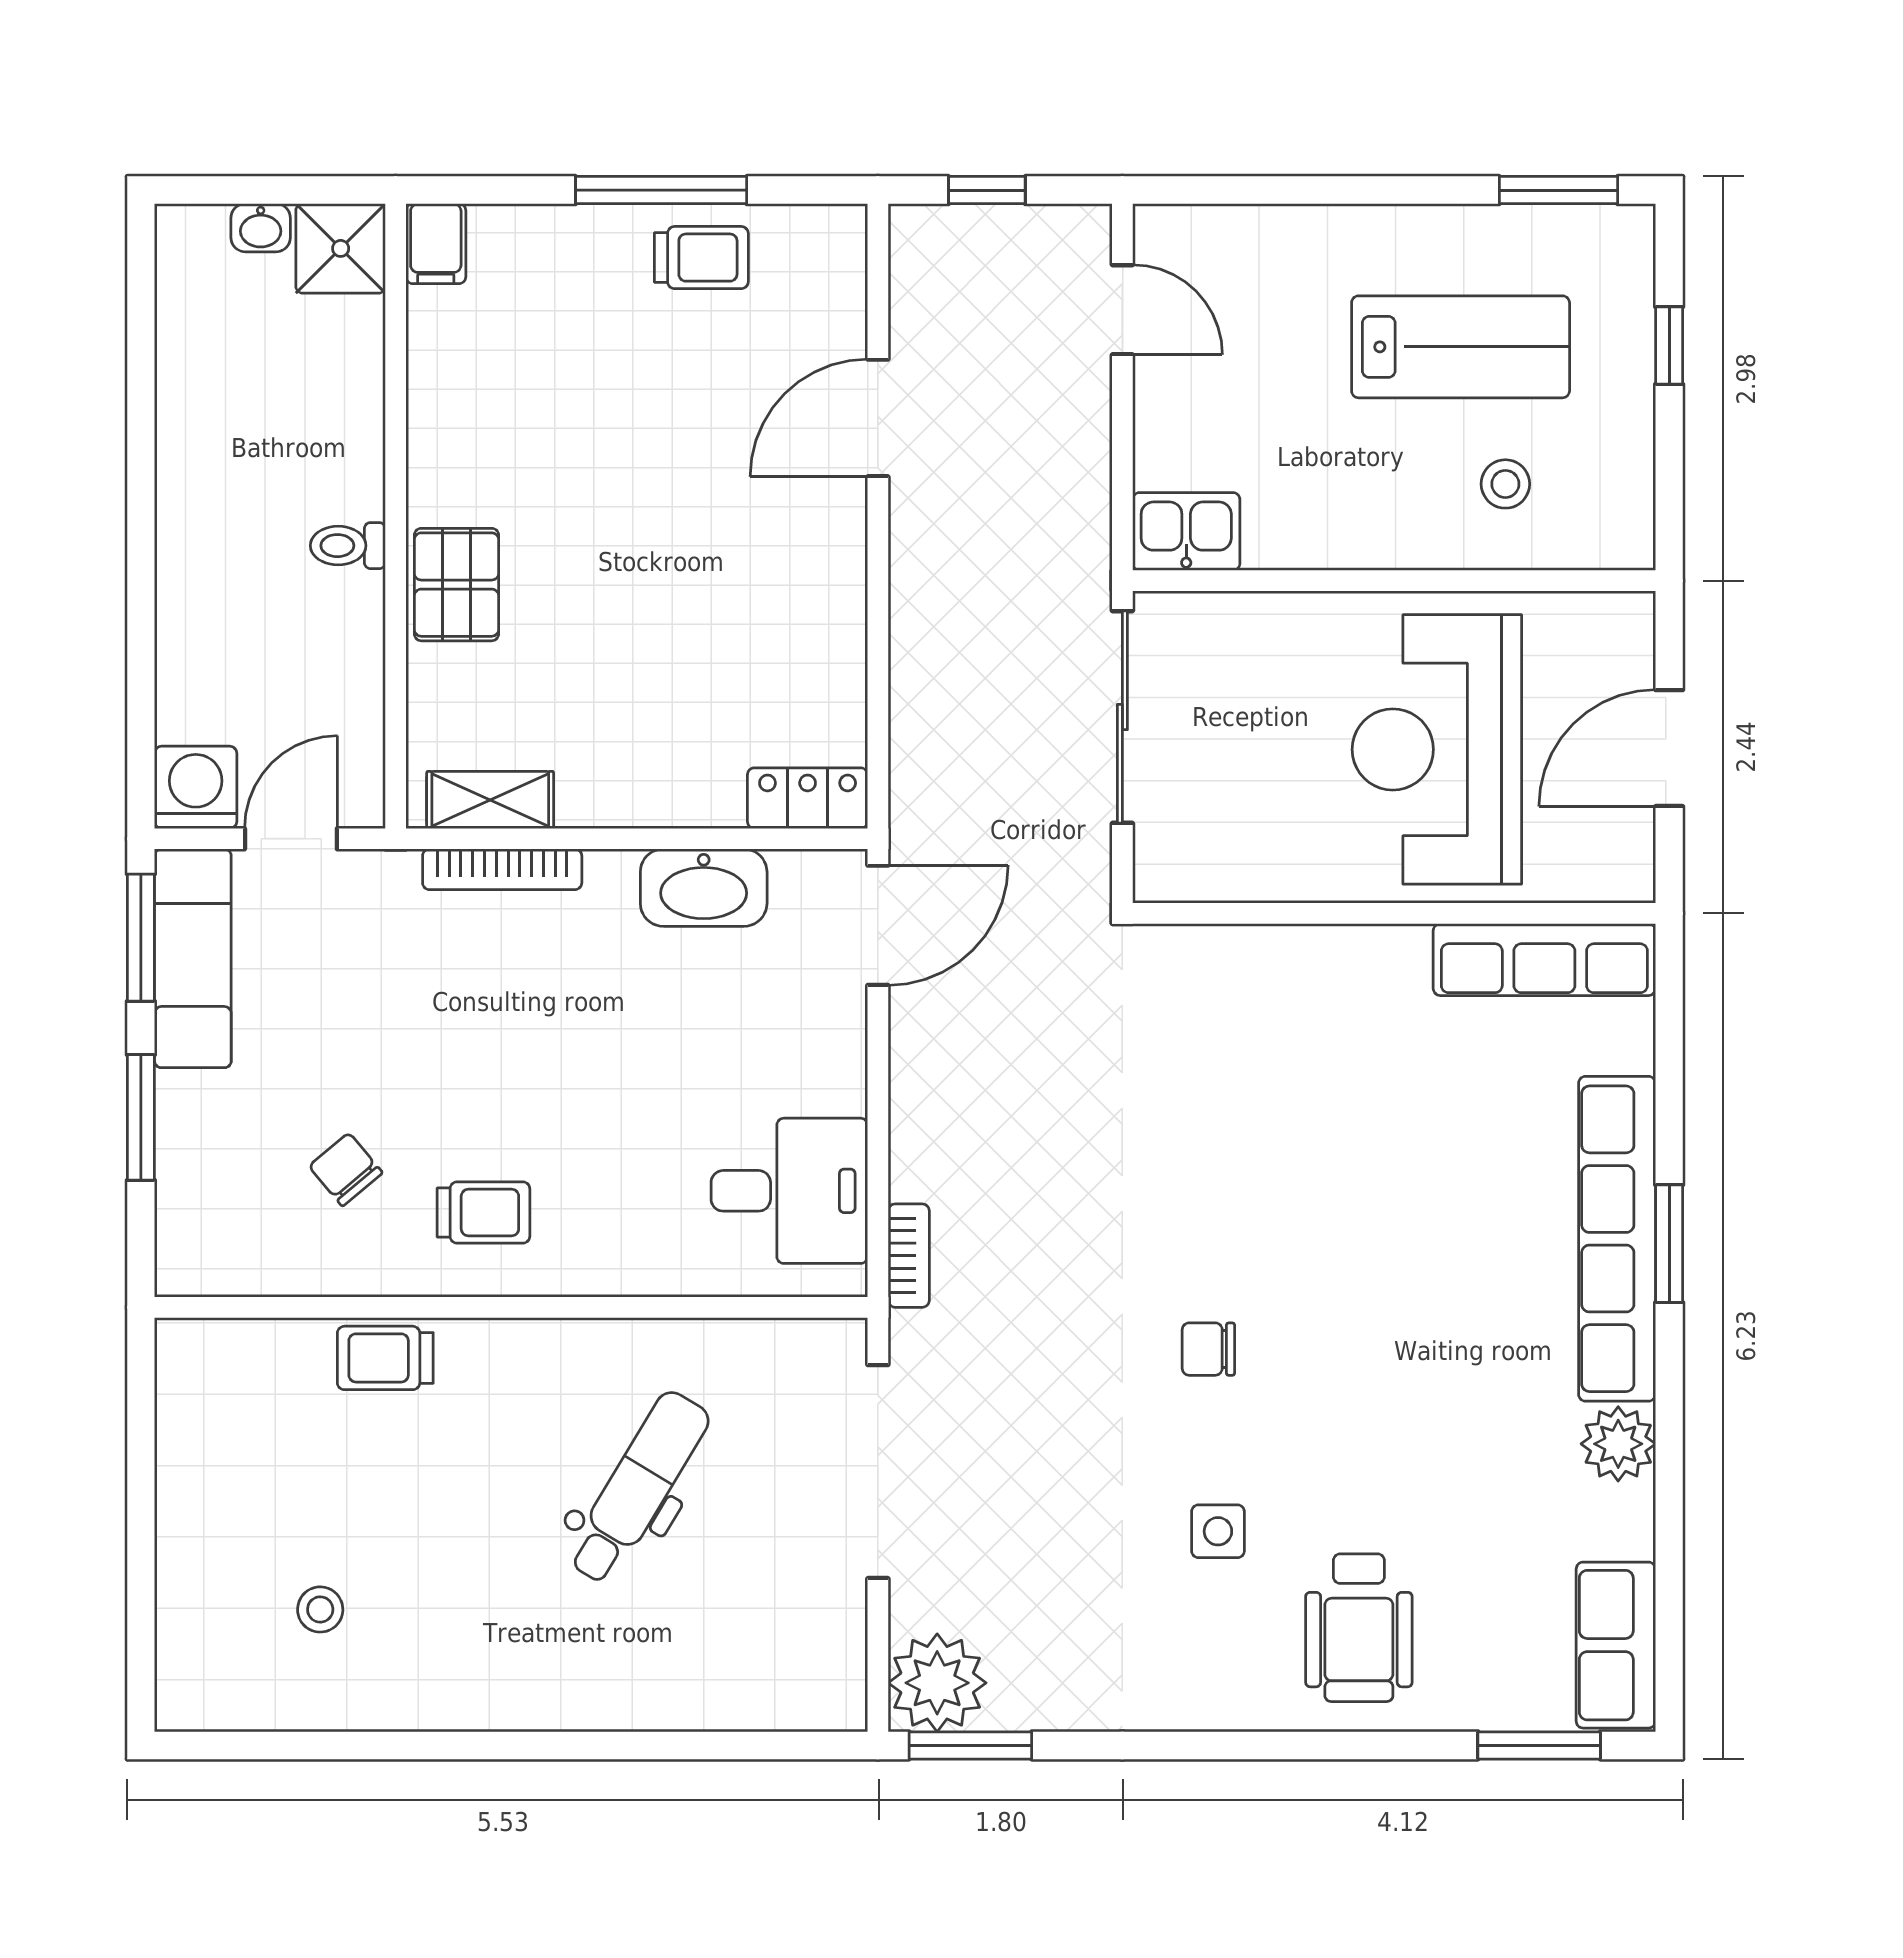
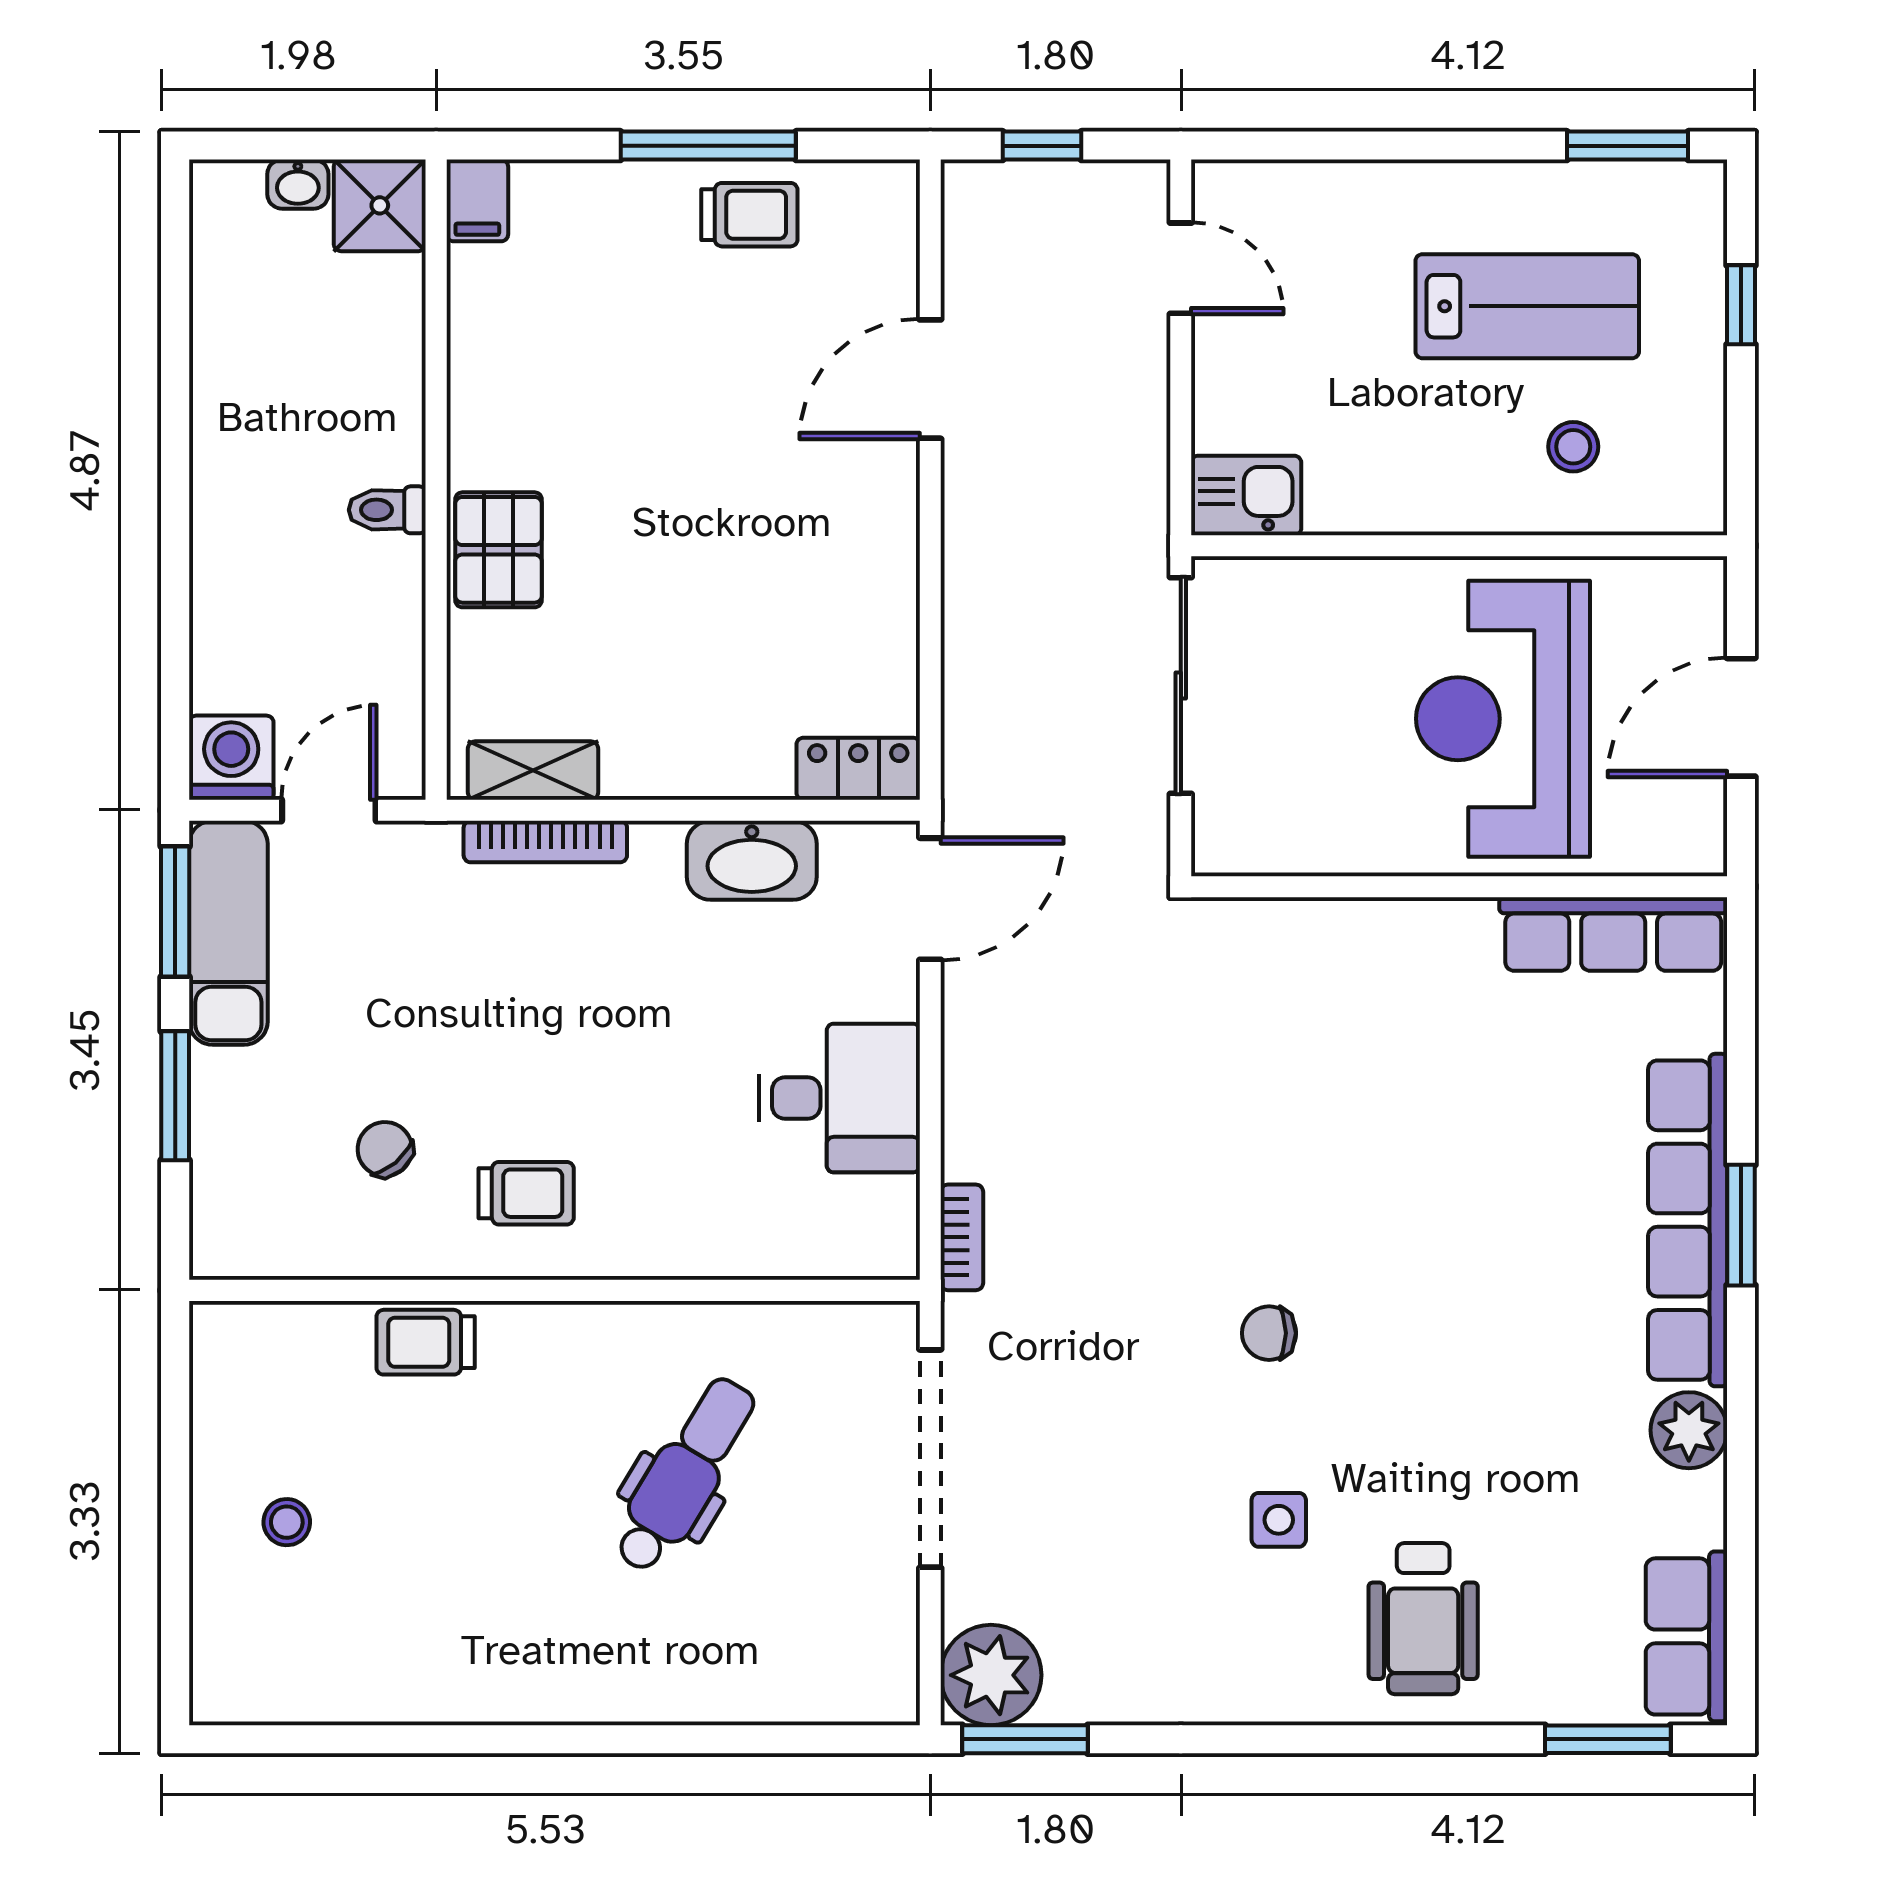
desk: (789, 1191) -> (840, 1098), moved
stool: (320, 1609) -> (287, 1522), moved

